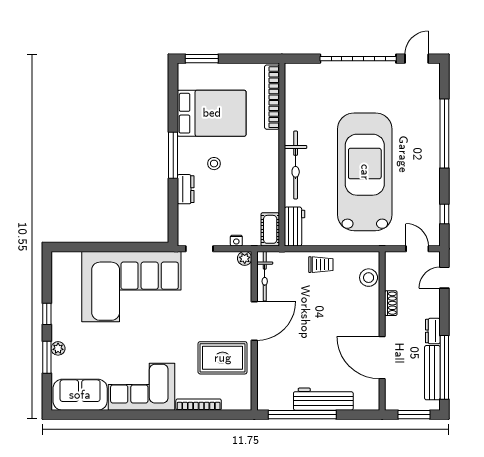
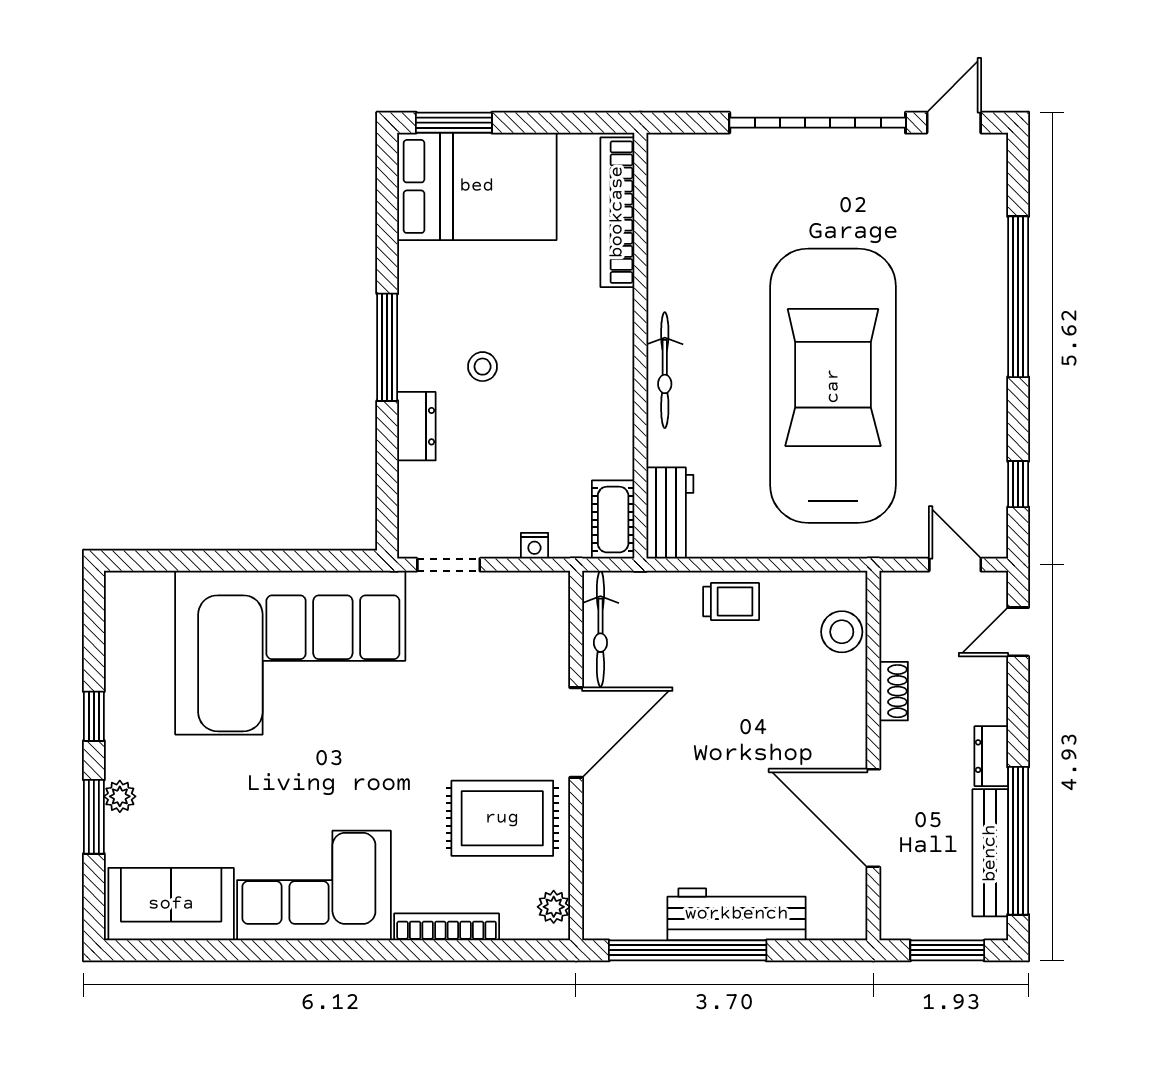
bed: (212, 113) -> (477, 186), moved
bicycle: (296, 165) -> (665, 370), width x0.73, depth x0.71
plant: (245, 258) -> (554, 907), moved

